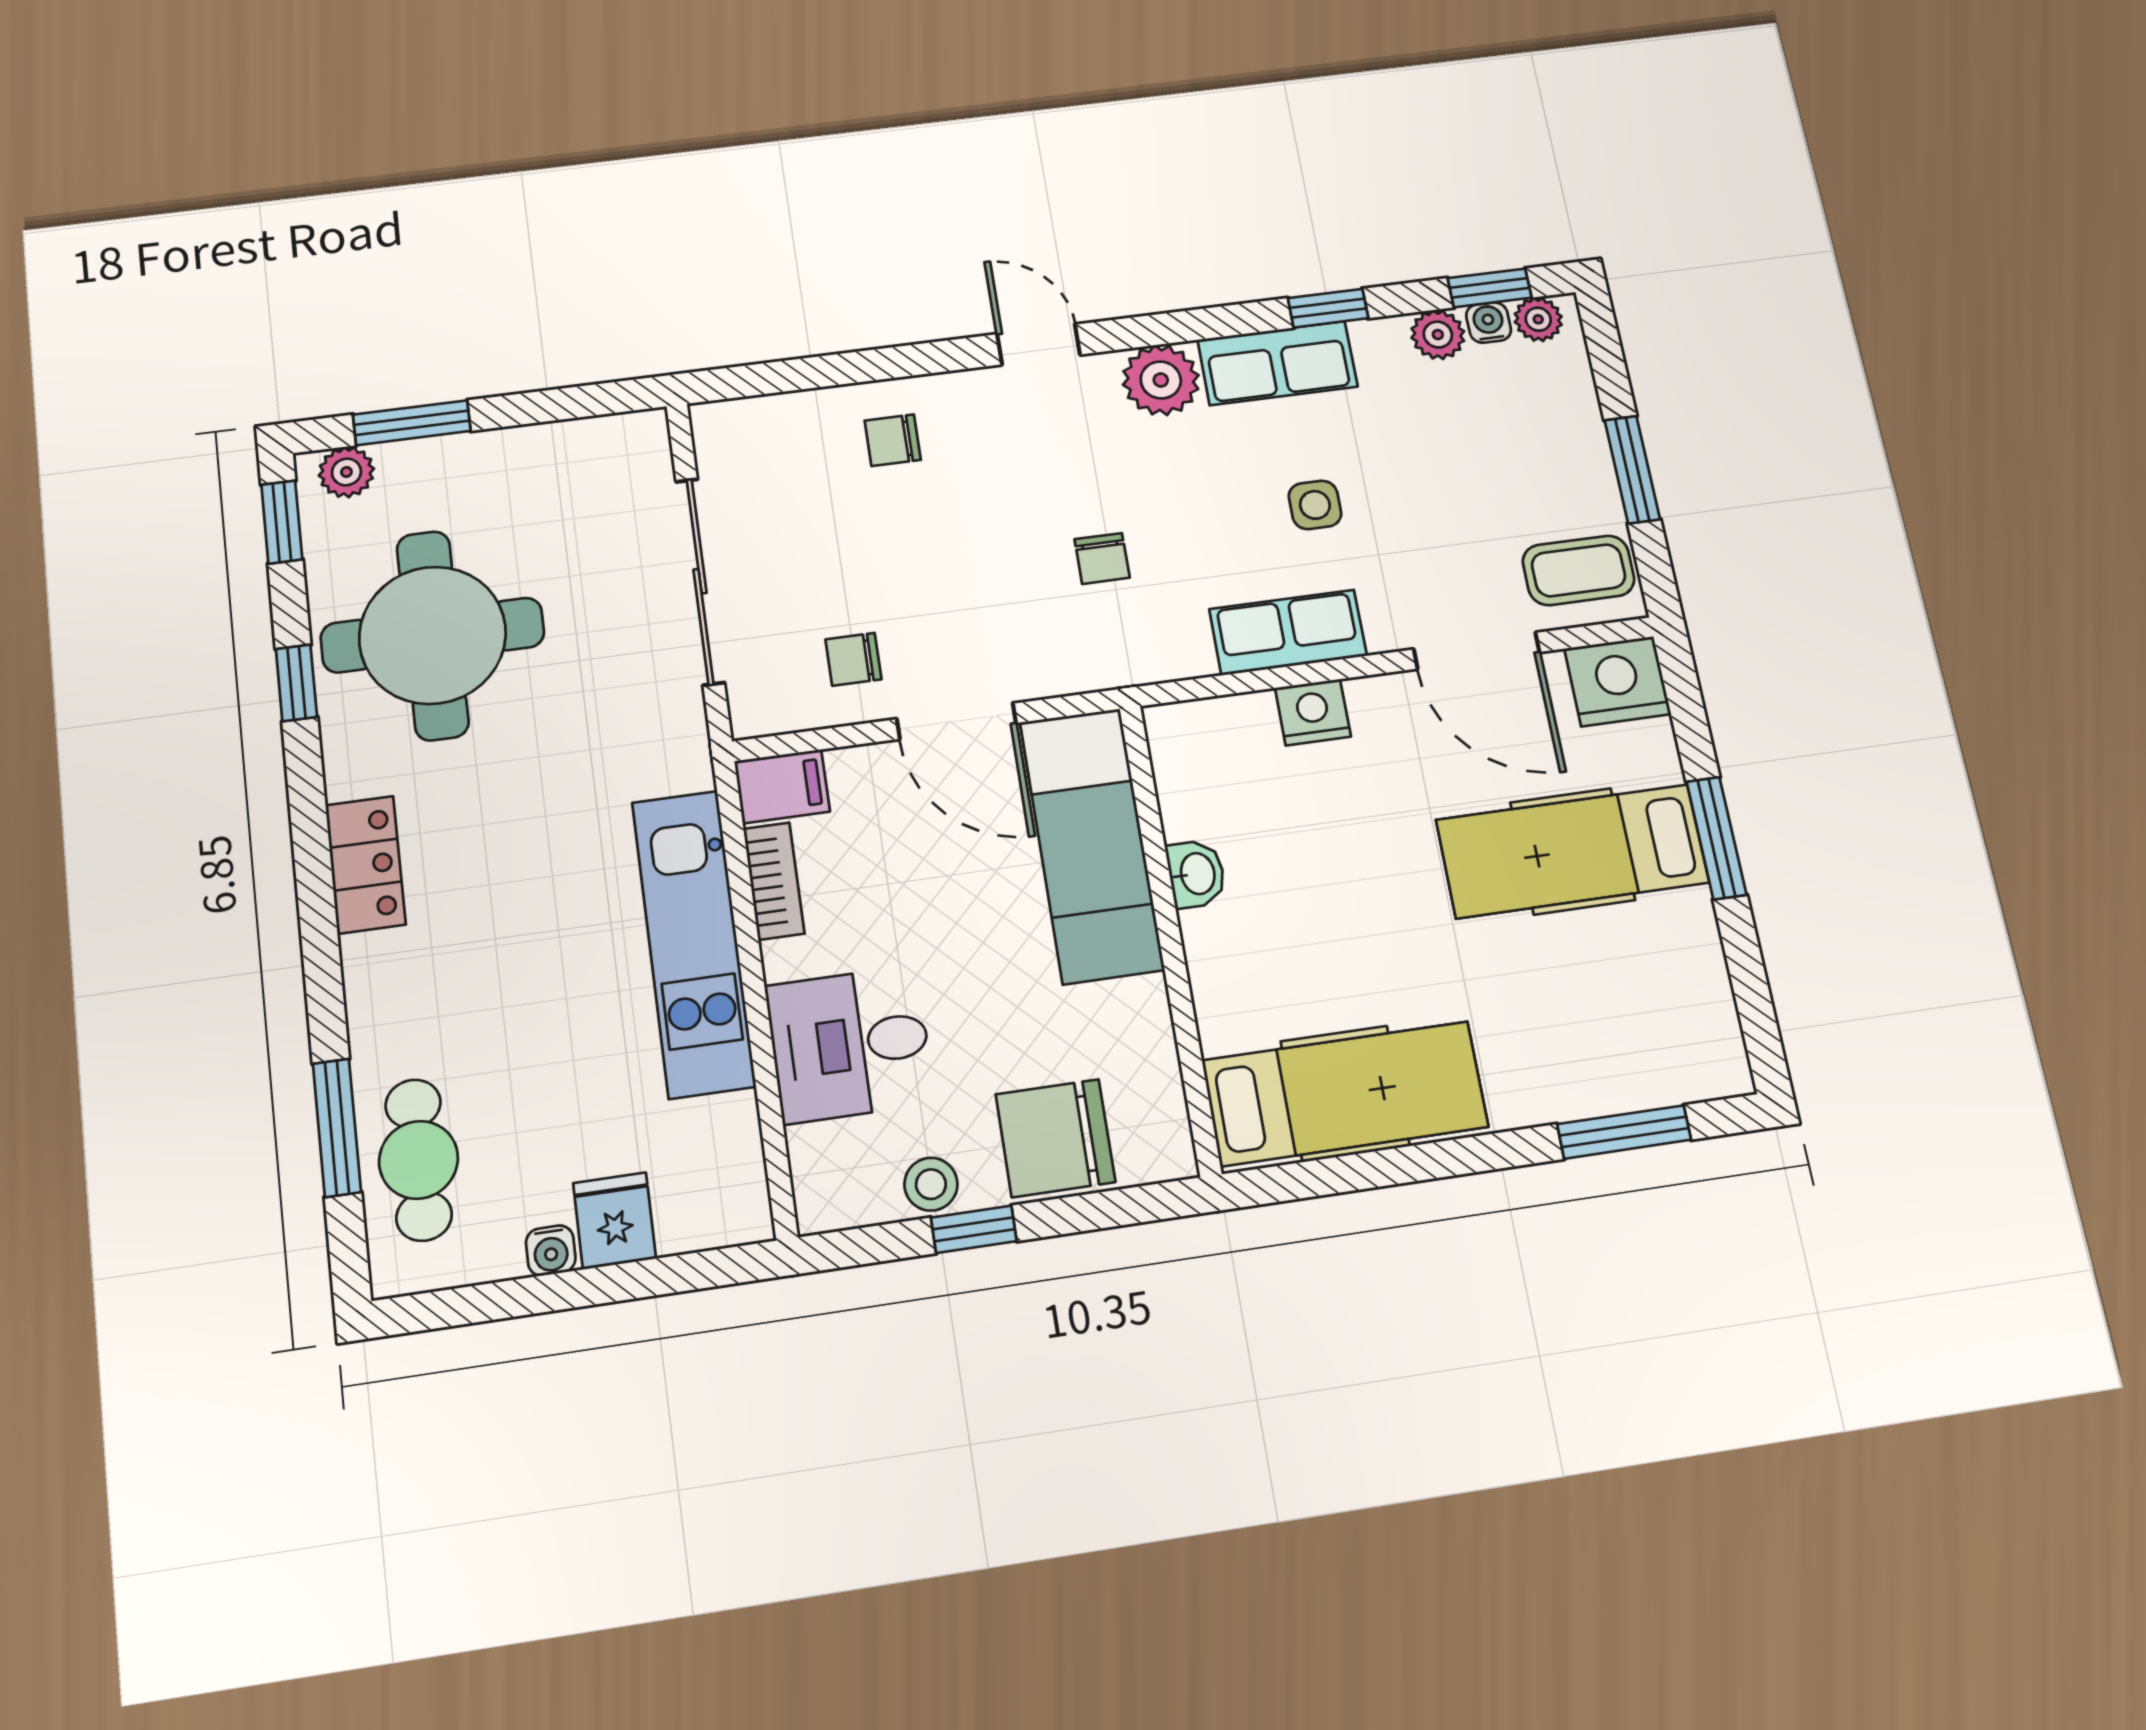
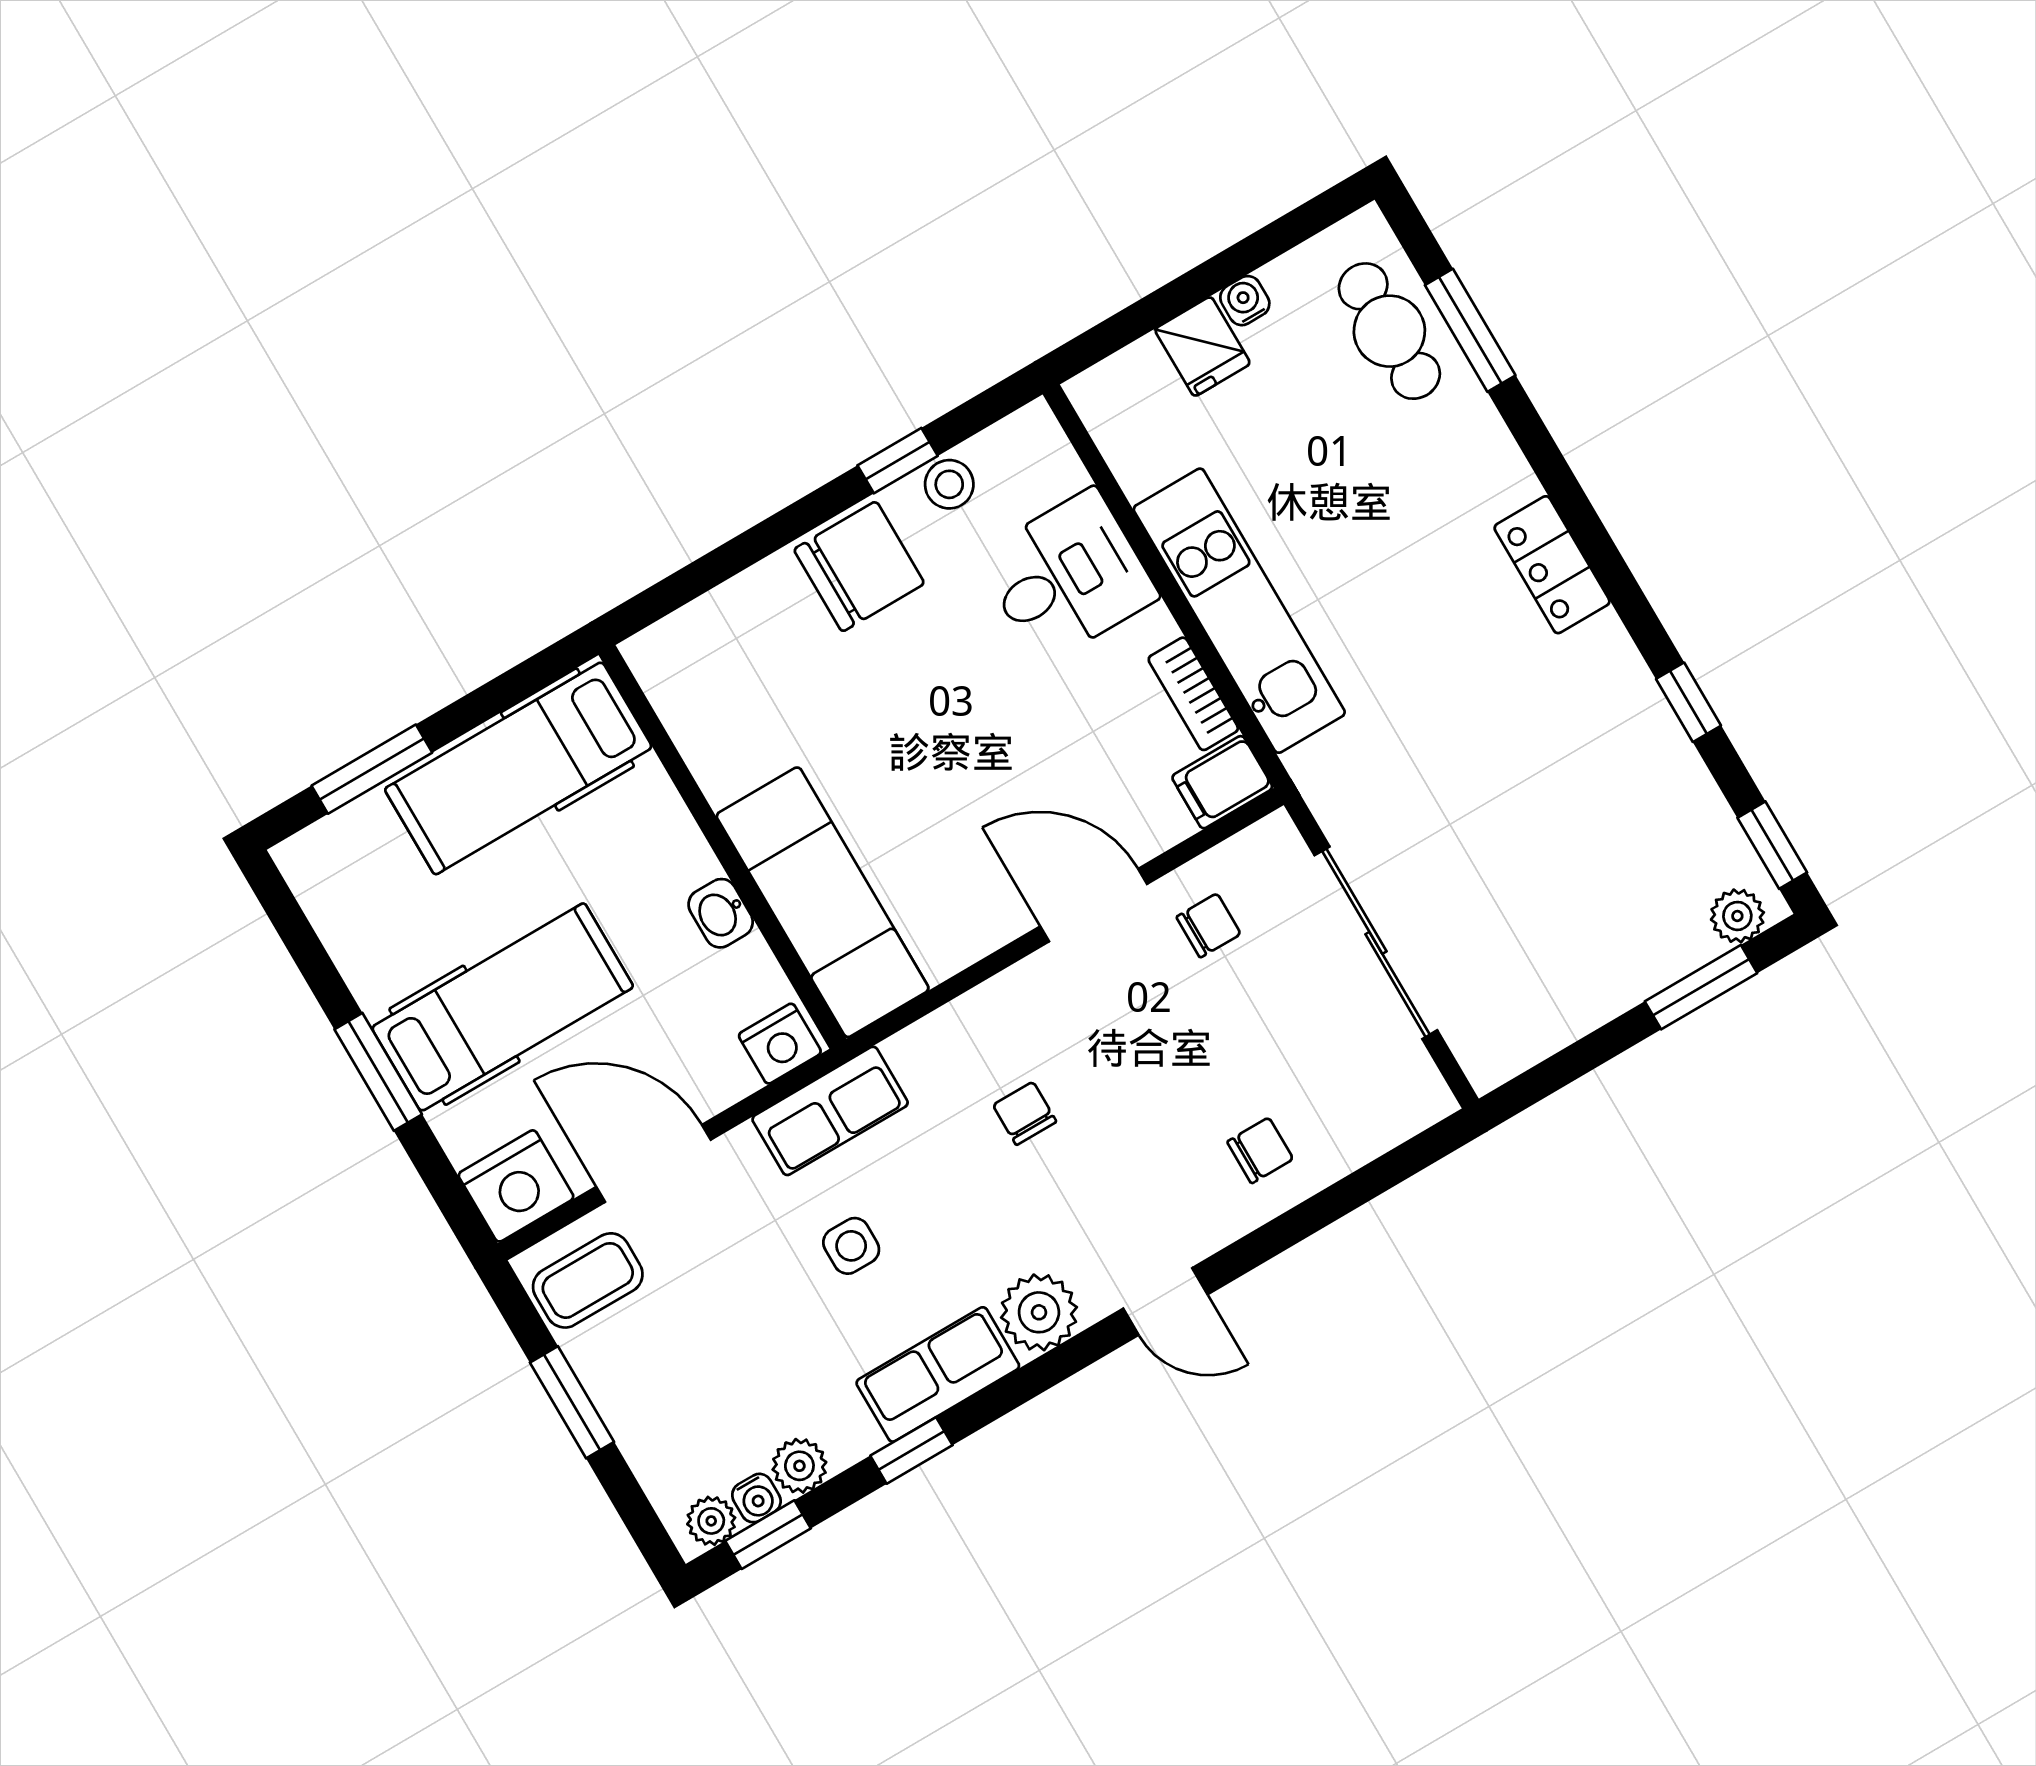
round table: (433, 635) -> (1590, 795), removed
exam couch: (1092, 845) -> (823, 902), moved
washbasin: (1196, 874) -> (721, 913), moved
wall: (1170, 936) -> (722, 847), moved
hospital bed: (1345, 1094) -> (518, 768), moved

